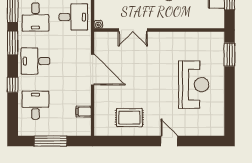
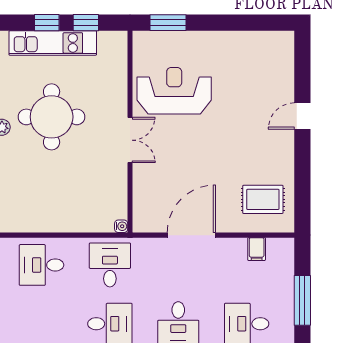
double door: (133, 30) -> (130, 140), moved
reception desk: (194, 85) -> (174, 91), moved
rug: (129, 118) -> (263, 199), moved, turned 90

